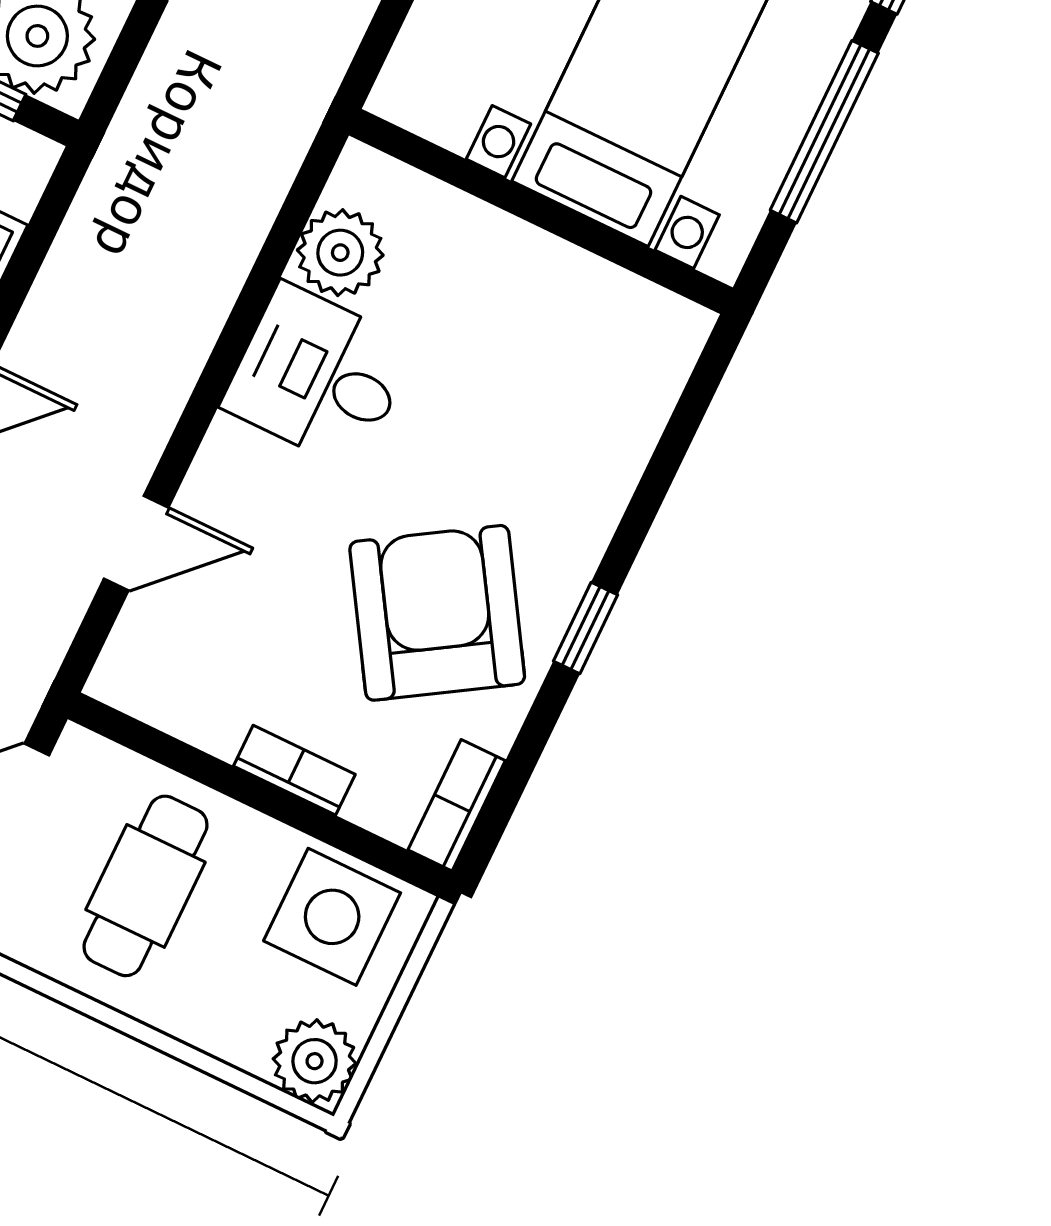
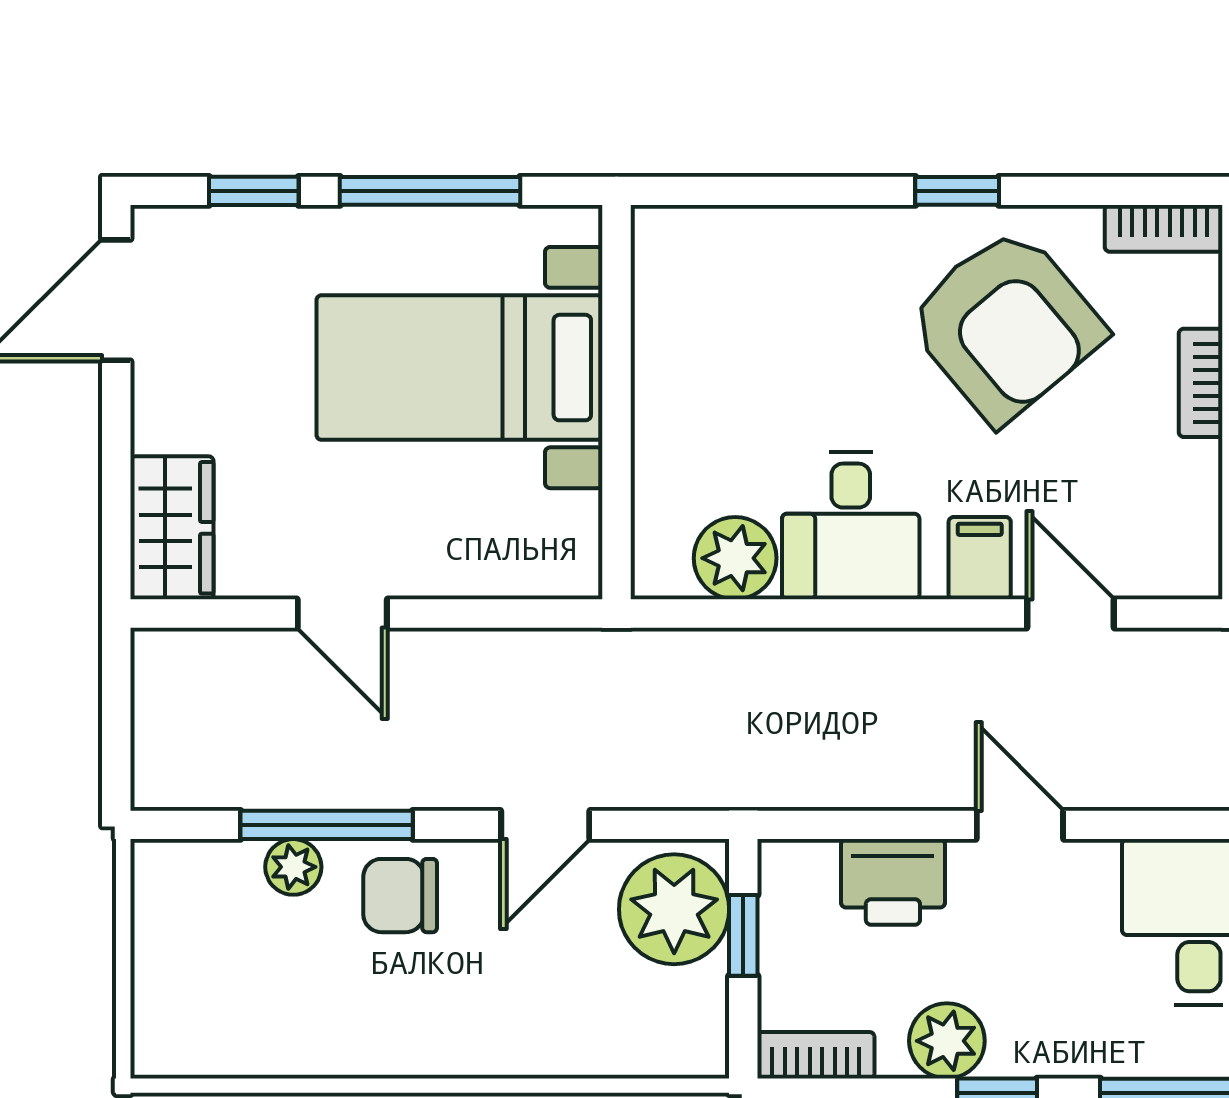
filing cabinet: (229, 483) -> (980, 558), added
armchair: (437, 613) -> (1006, 325), turned -98

